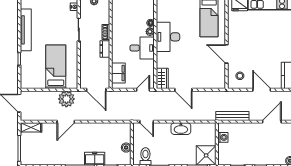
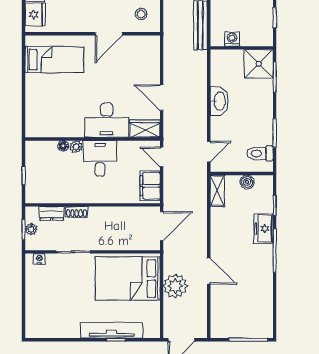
tv unit: (26, 30) -> (112, 330), moved
desk: (168, 37) -> (107, 120), moved
dresser: (105, 49) -> (52, 213), moved
bed: (56, 67) -> (128, 279), width x1.50
filing cabinet: (118, 73) -> (150, 186), moved, turned -90
door: (183, 90) -> (162, 98), swing flipped
plant: (66, 99) -> (175, 286), moved
shelving: (31, 127) -> (217, 191), moved

